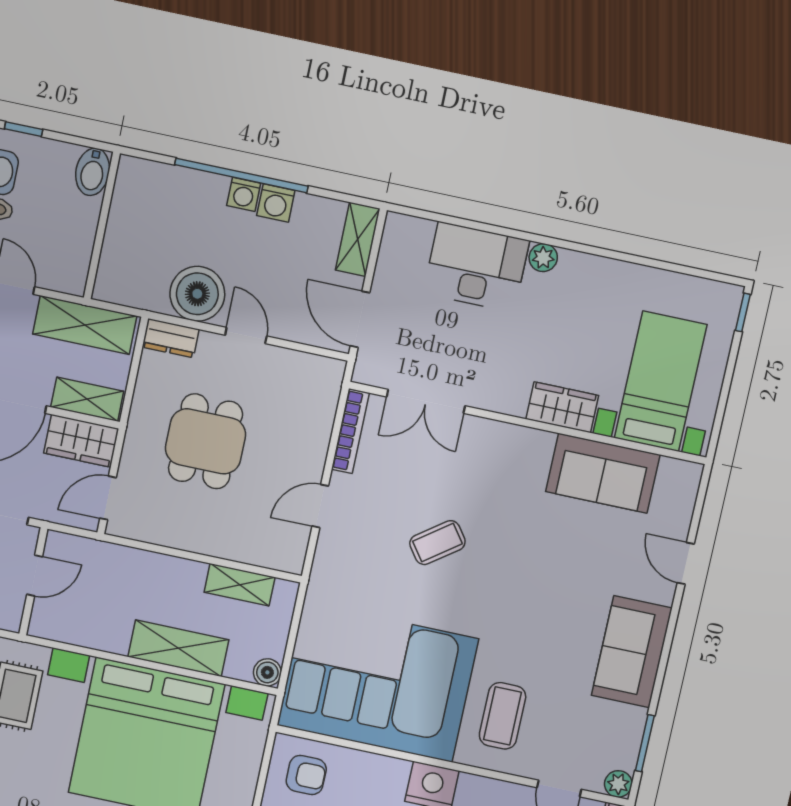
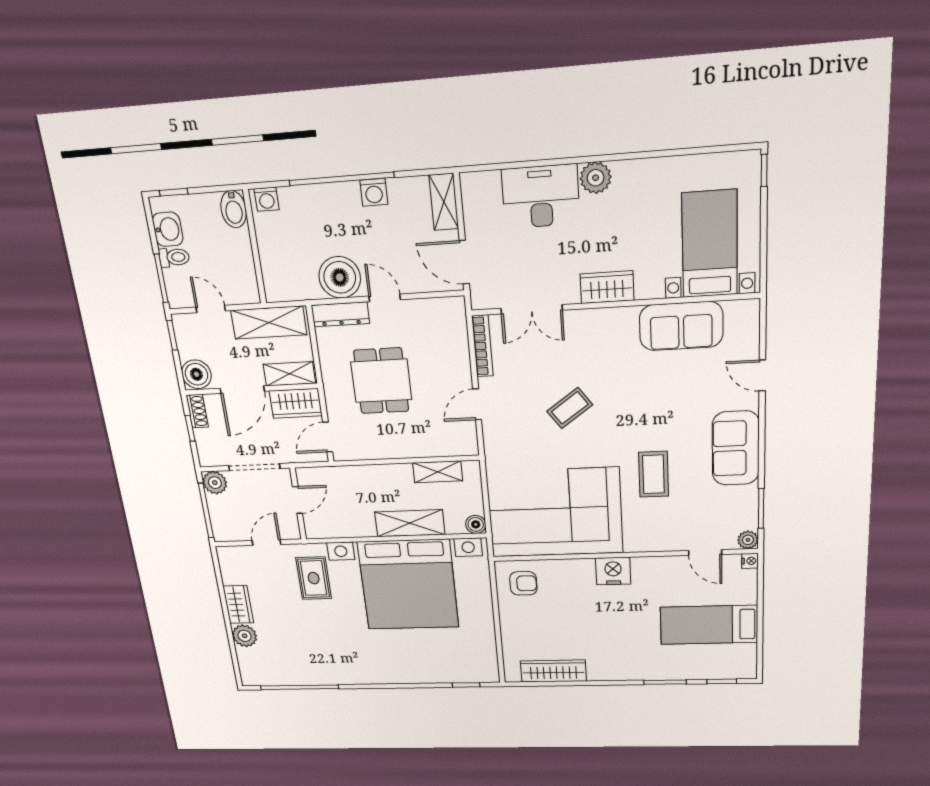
washing machine: (244, 194) -> (267, 199), moved
plant: (543, 258) -> (596, 178), width x1.38, depth x1.38
dresser: (171, 338) -> (340, 314), width x1.44
wardrobe: (562, 407) -> (607, 287), moved
coffee table: (502, 716) -> (654, 474), moved

